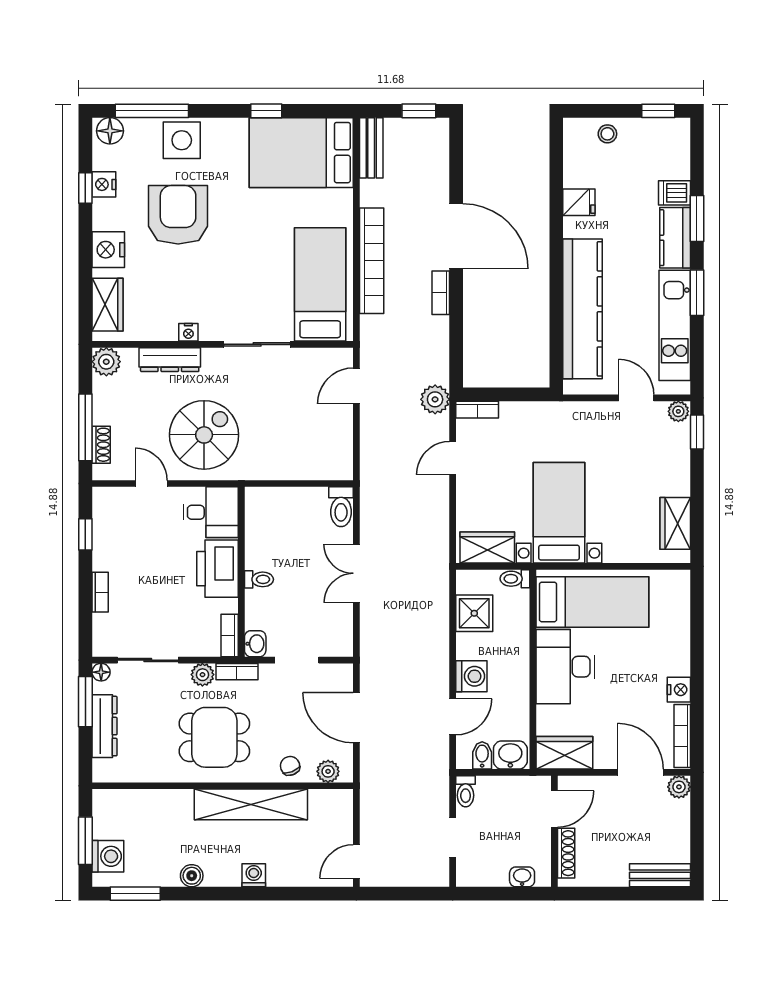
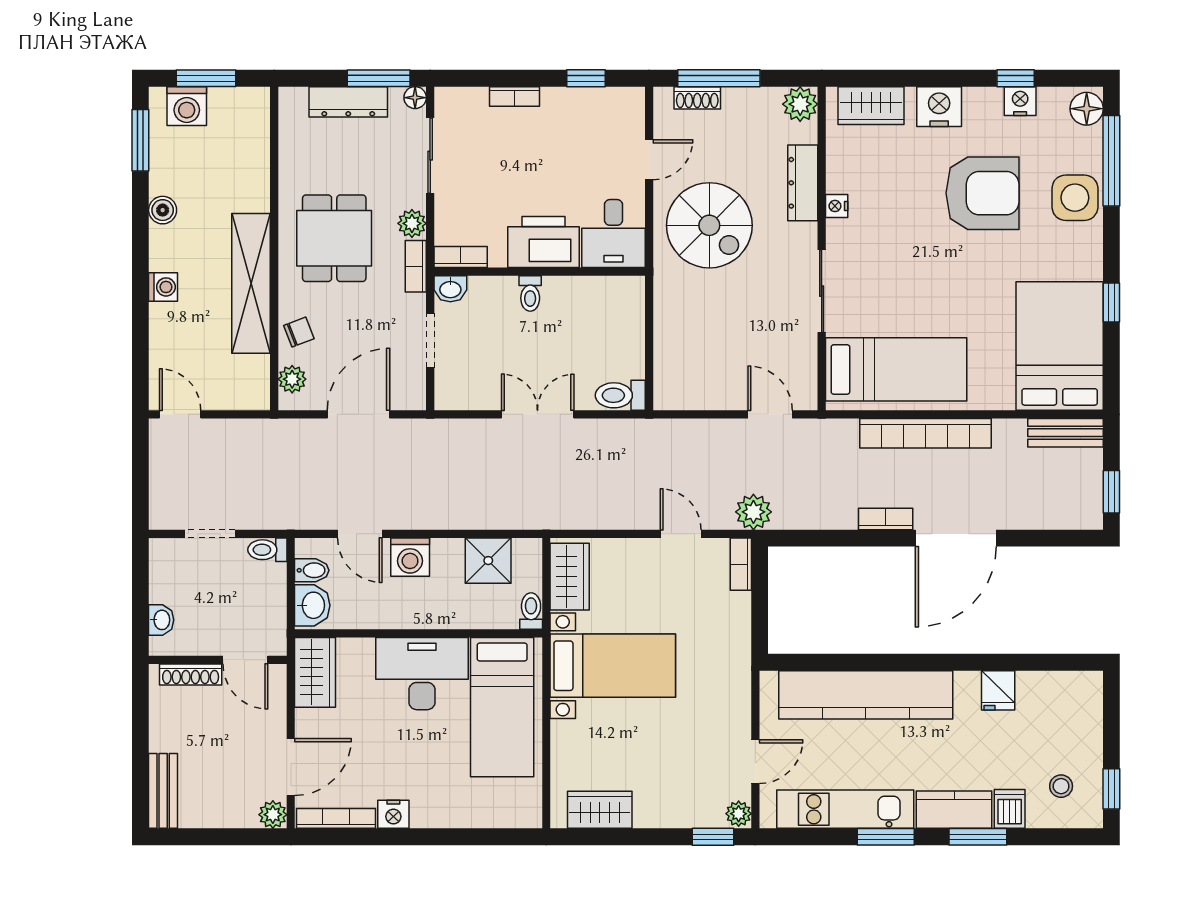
stool: (607, 134) -> (1061, 786), moved

